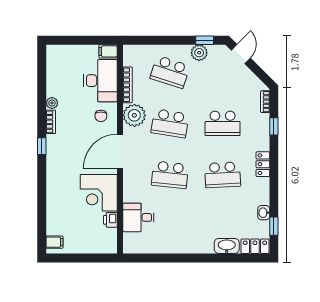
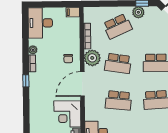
school desk: (170, 72) -> (118, 26), turned -42
desk: (101, 81) -> (40, 23), moved, turned 180

